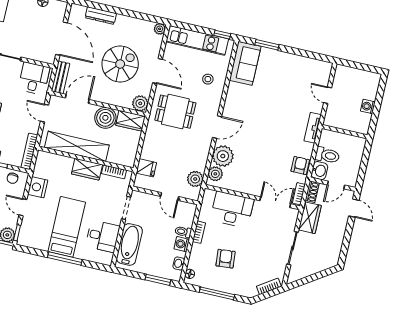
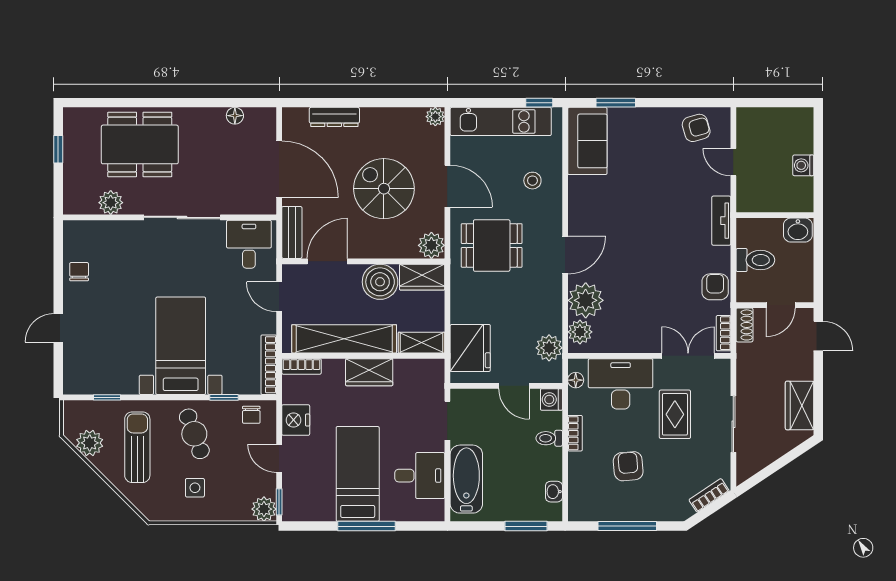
spiral stairs: (120, 64) -> (384, 189), turned -90
armchair: (310, 70) -> (696, 128), added
shelving: (121, 159) -> (422, 343), added
fridge: (146, 168) -> (470, 348), width x1.88, depth x1.34
washbasin: (319, 171) -> (798, 230), moved, turned 90
bookcase: (114, 172) -> (301, 366), moved
wardrobe: (310, 218) -> (800, 405), moved, turned 180
rug: (260, 235) -> (675, 414), added
washing machine: (182, 244) -> (551, 399), moved
floor lamp: (190, 274) -> (576, 380), moved

